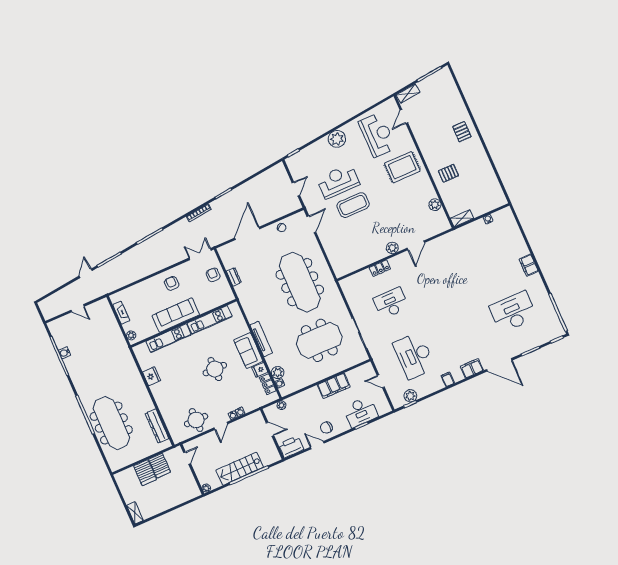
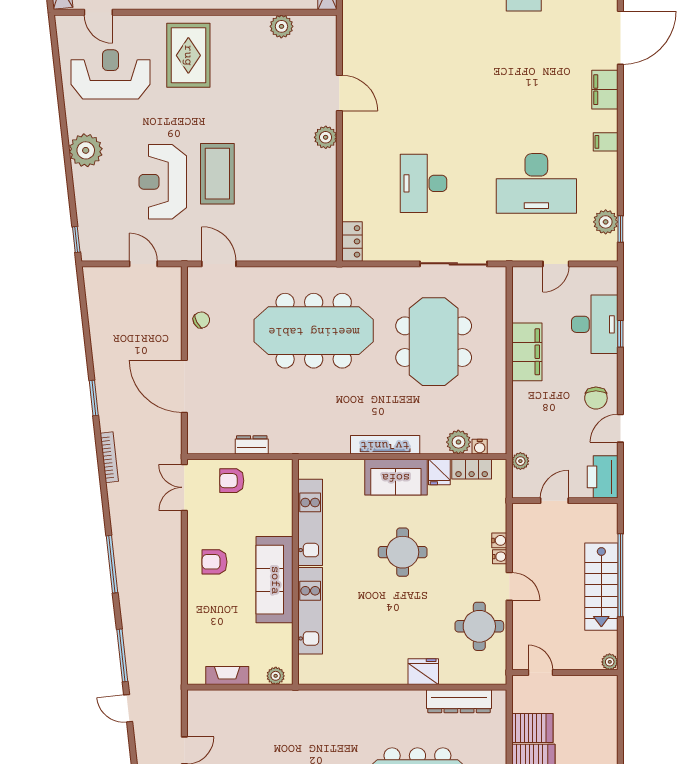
locker: (380, 268) -> (352, 241), moved
fridge: (151, 376) -> (423, 672), moved

